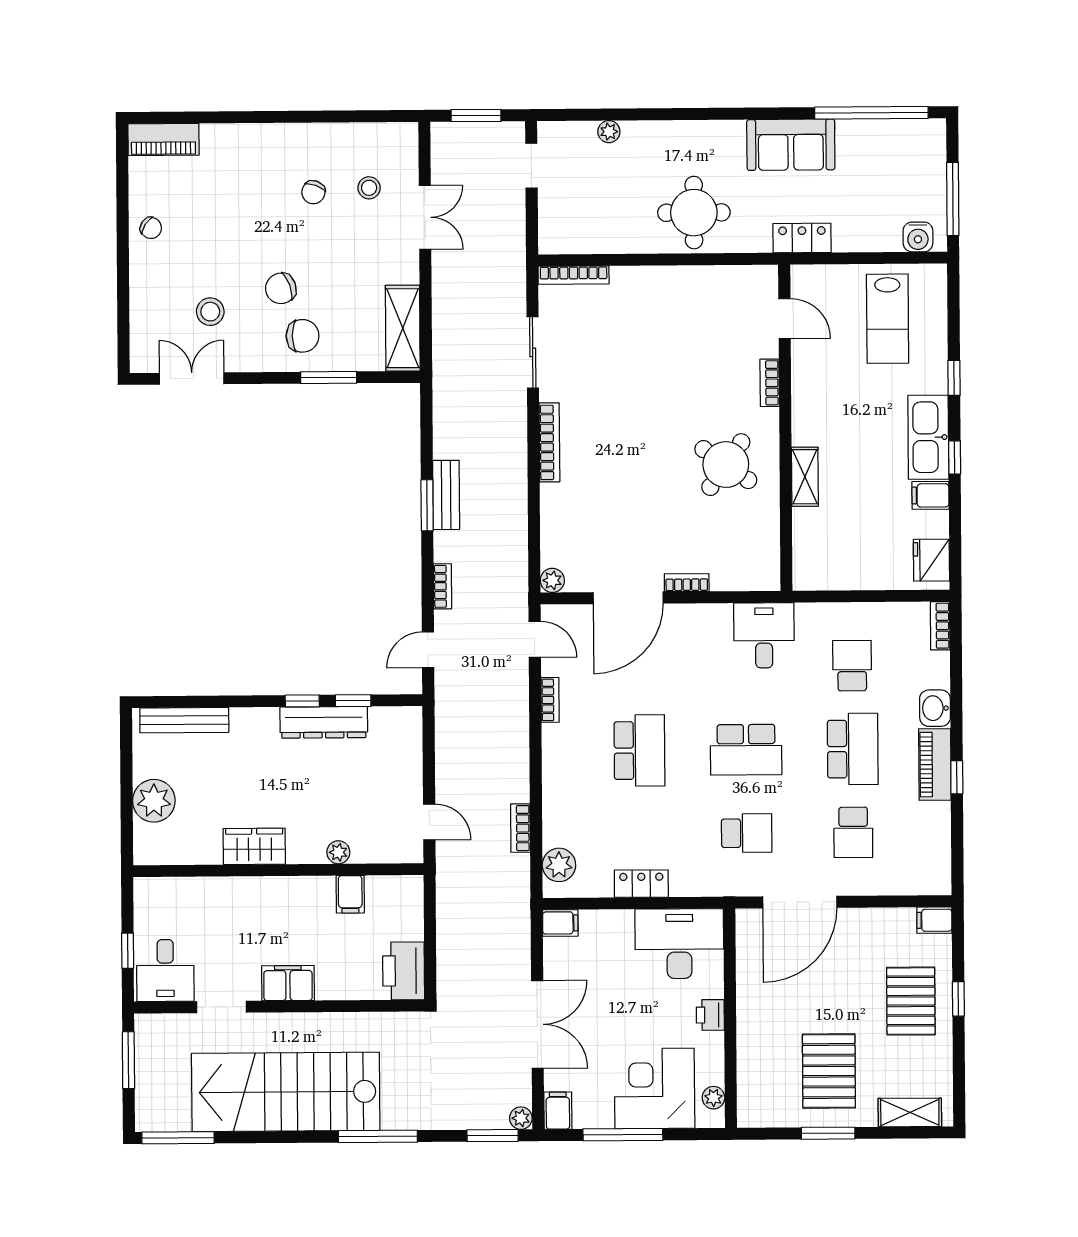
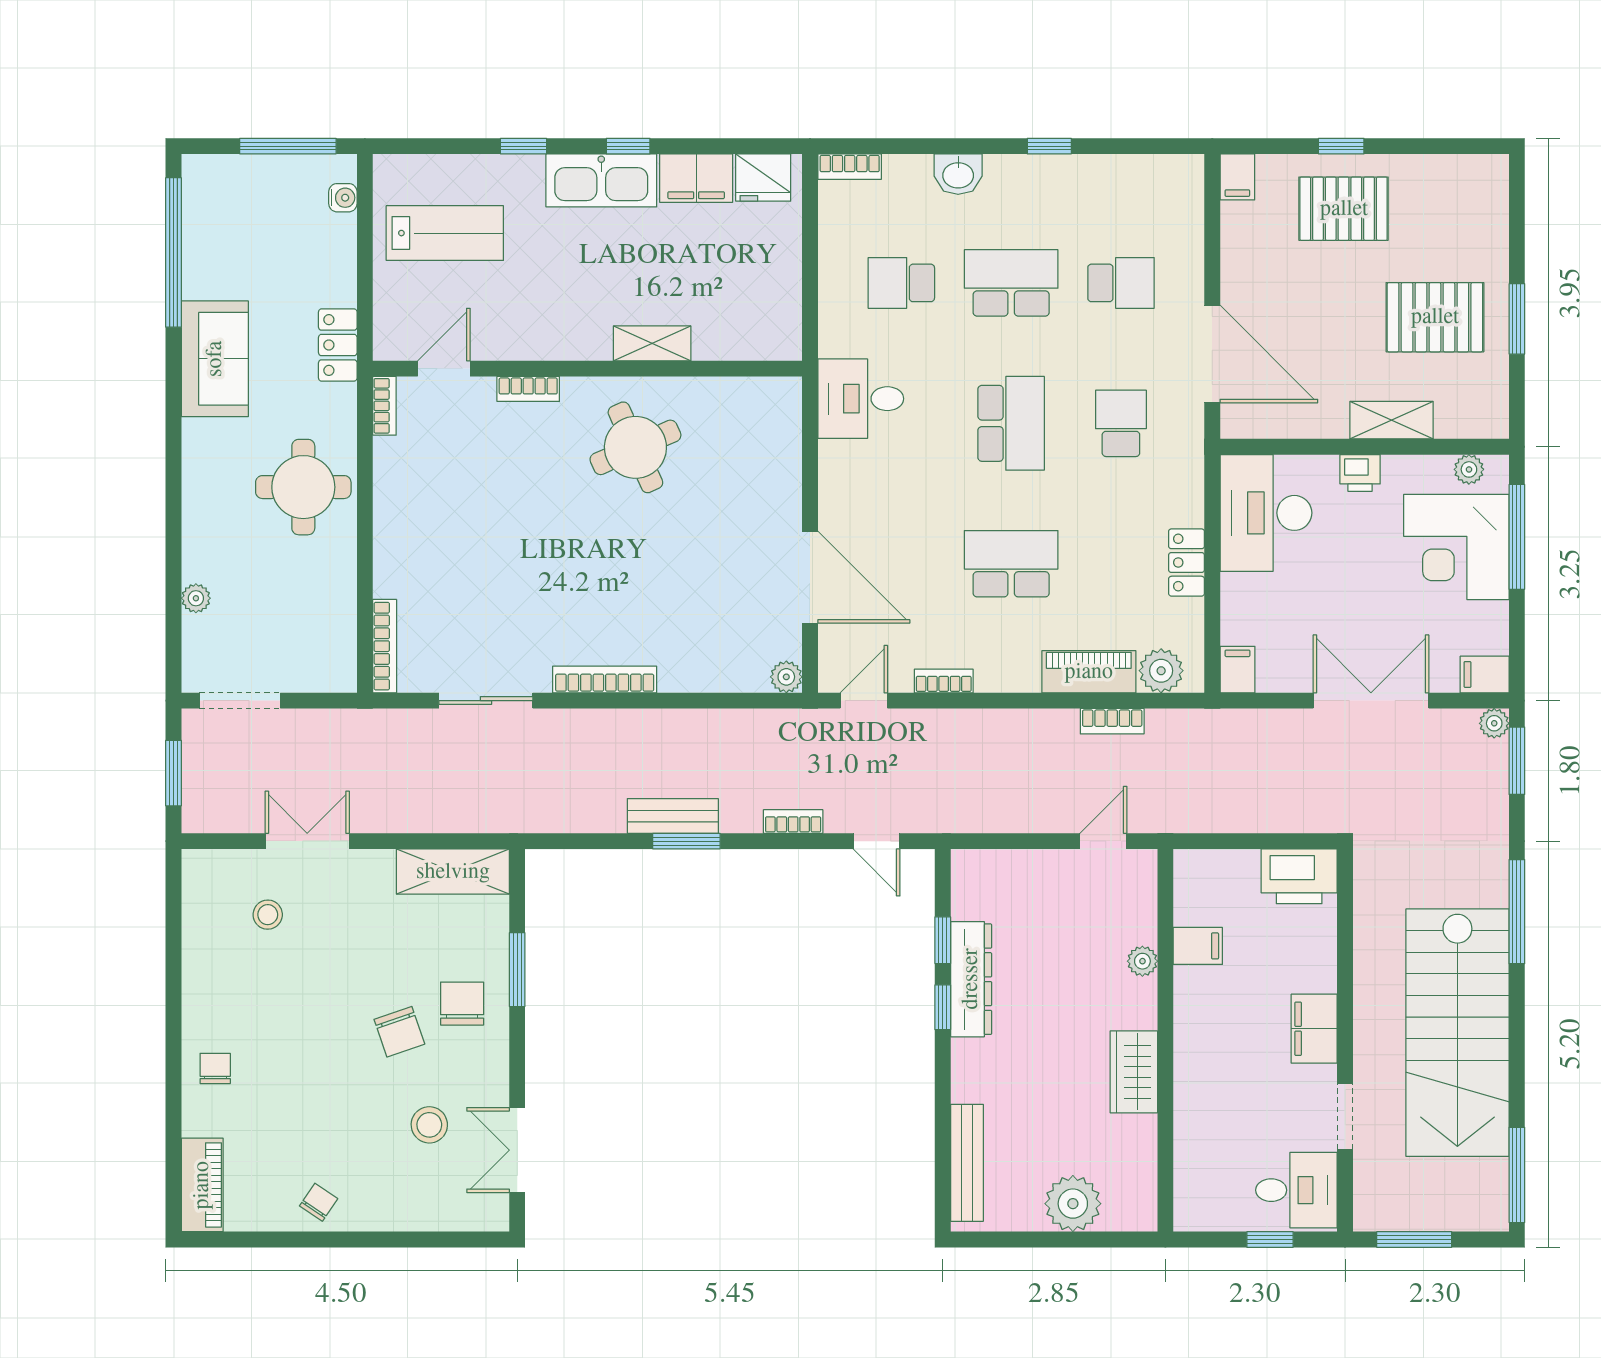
doorway: (531, 166) -> (240, 701), width x1.38
chair: (313, 192) -> (215, 1068), moved, turned -111
water cooler: (918, 237) -> (343, 198), width x0.72, depth x0.72
round table: (726, 465) -> (635, 447), turned 31
filing cabinet: (930, 495) -> (696, 178), width x2.00
bookcase: (687, 583) -> (384, 406), moved, turned 180
piano: (935, 765) -> (1089, 672), moved, turned 180
shelving: (910, 1112) -> (1392, 420), moved, turned 90
window: (623, 1135) -> (1517, 537), moved

